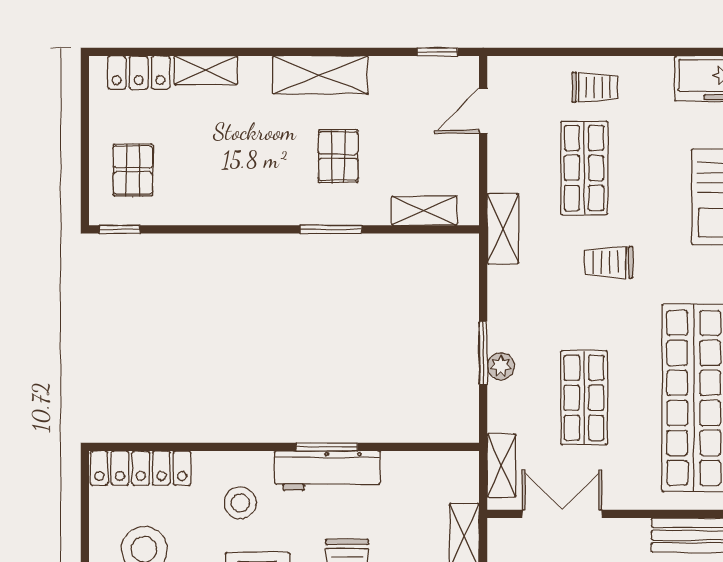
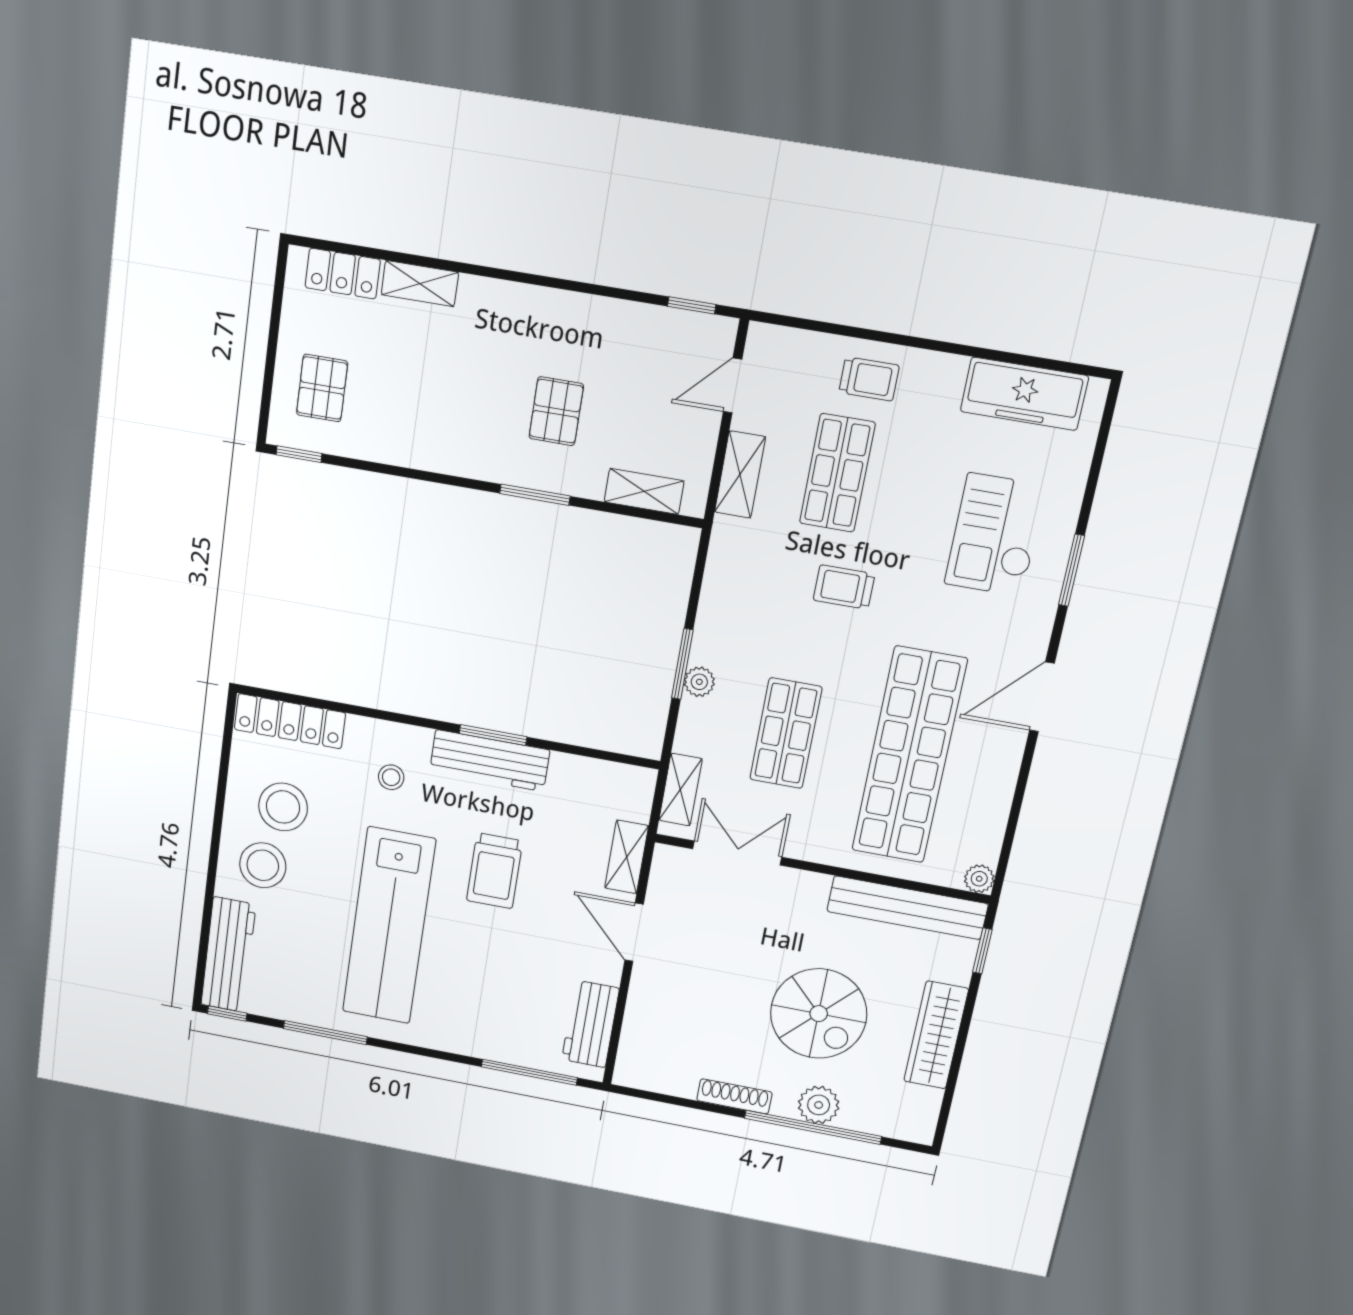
shelving: (320, 75) -> (551, 311), removed
shelving: (503, 229) -> (740, 475), moved
stool: (240, 503) -> (391, 777), width x0.73, depth x0.73

